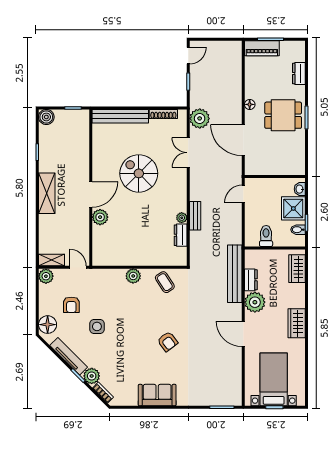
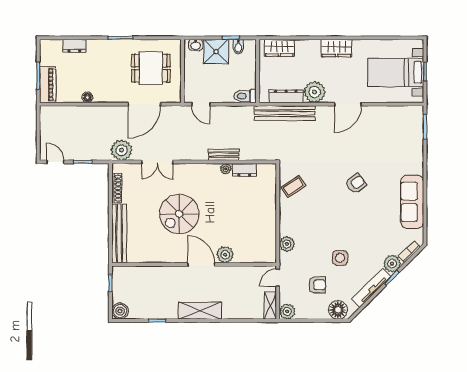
floor lamp: (250, 104) -> (87, 97), moved
dining table: (283, 115) -> (151, 68), moved, turned 90
toilet: (266, 236) -> (245, 96), moved
plant: (133, 276) -> (287, 244), moved
dresser: (251, 280) -> (286, 96), width x1.44
sofa: (157, 395) -> (412, 202), width x1.36

